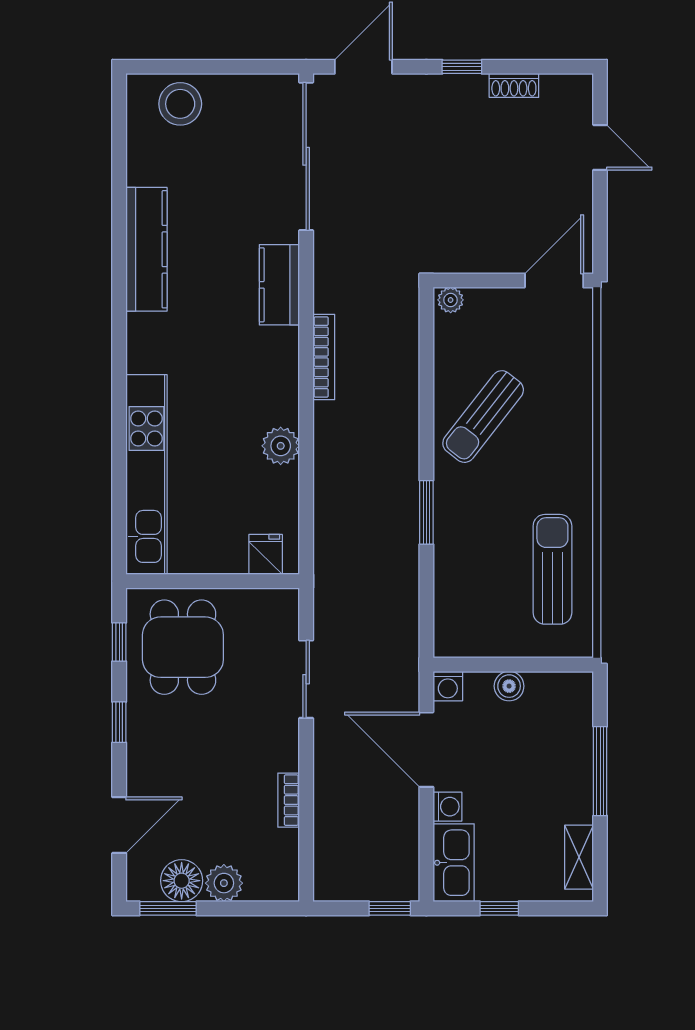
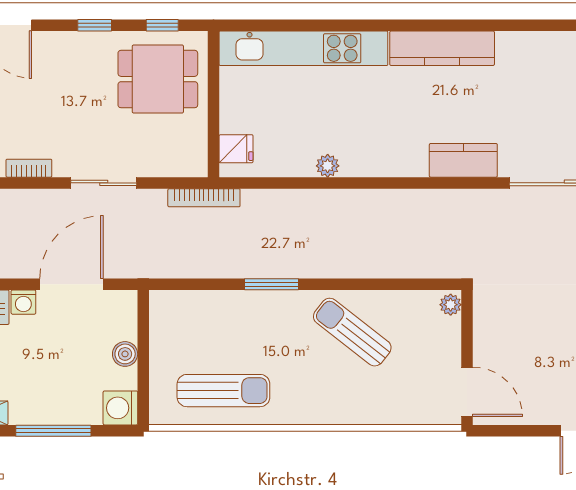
kitchen counter: (146, 249) -> (442, 48), moved
bookcase: (324, 357) -> (204, 198), moved
plant: (281, 446) -> (328, 166), width x0.73, depth x0.73
sliding door: (306, 679) -> (104, 183), moved
washing machine: (448, 686) -> (120, 408), moved, width x1.38, depth x1.38

